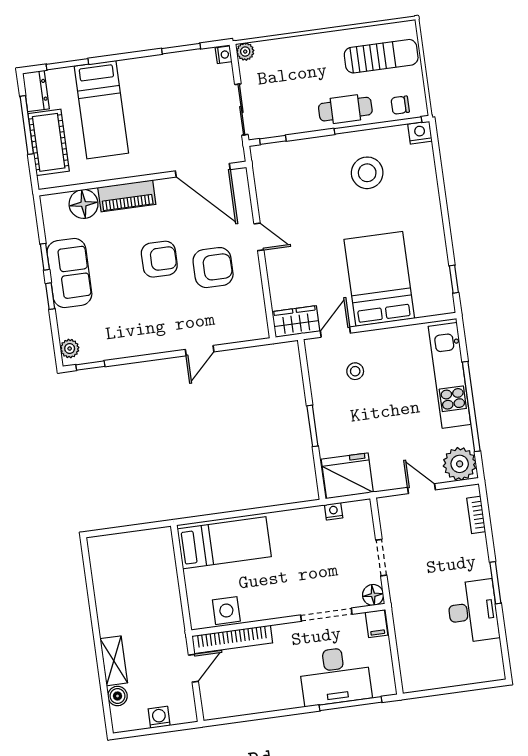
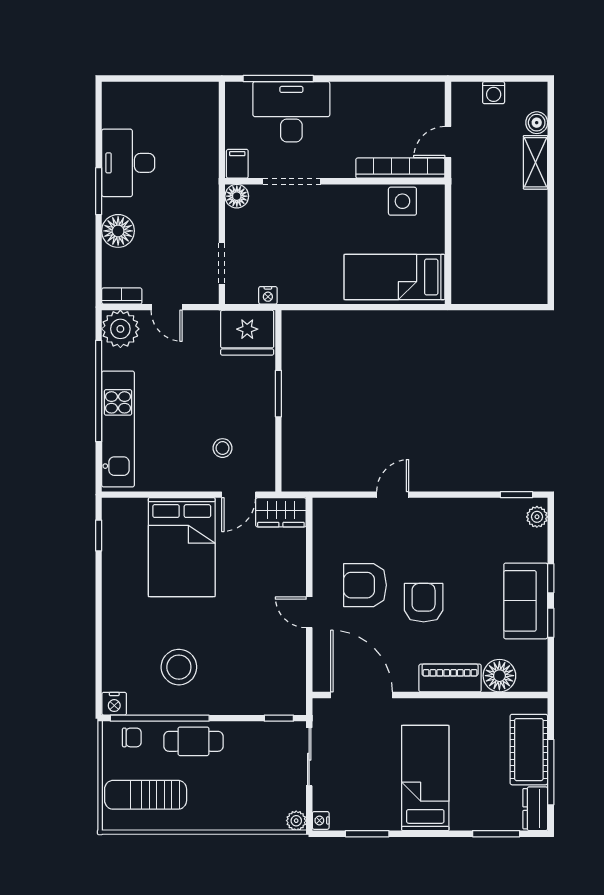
bed: (101, 110) -> (425, 778), moved
armchair: (159, 259) -> (424, 603), turned 90
bookcase: (476, 515) -> (122, 296), moved, turned -90
floor lamp: (473, 550) -> (118, 231), added
doorway: (381, 558) -> (222, 264), moved

